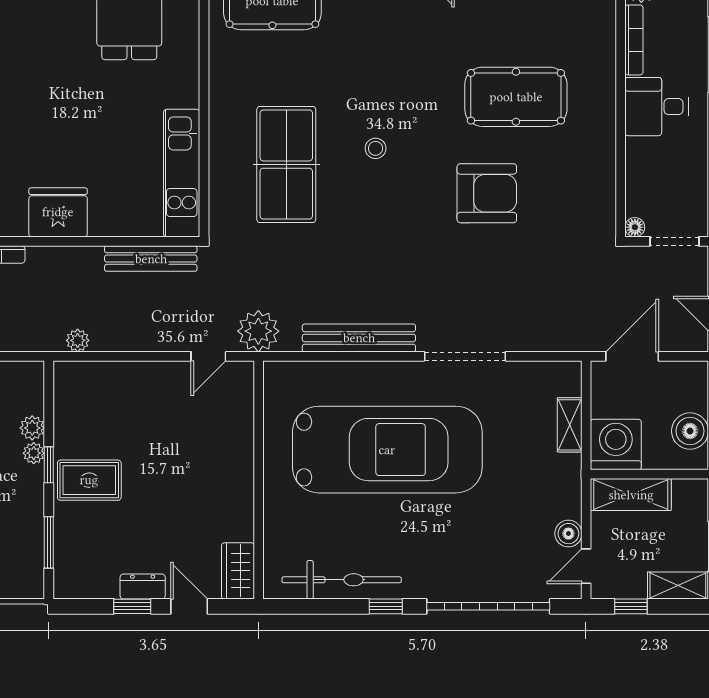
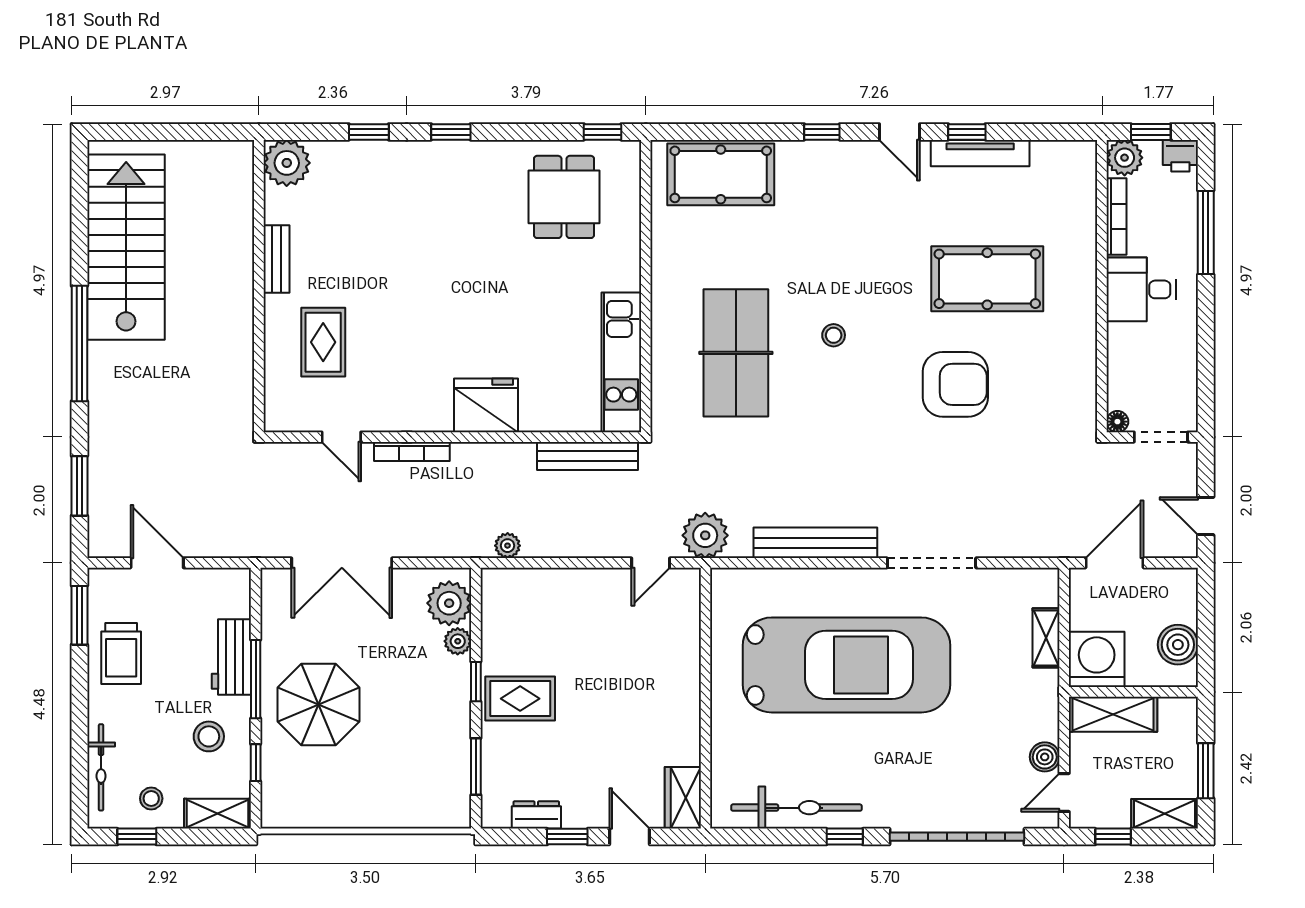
plant: (34, 453) -> (449, 603), moved, width x1.88, depth x1.88
dresser: (143, 587) -> (536, 815), moved

